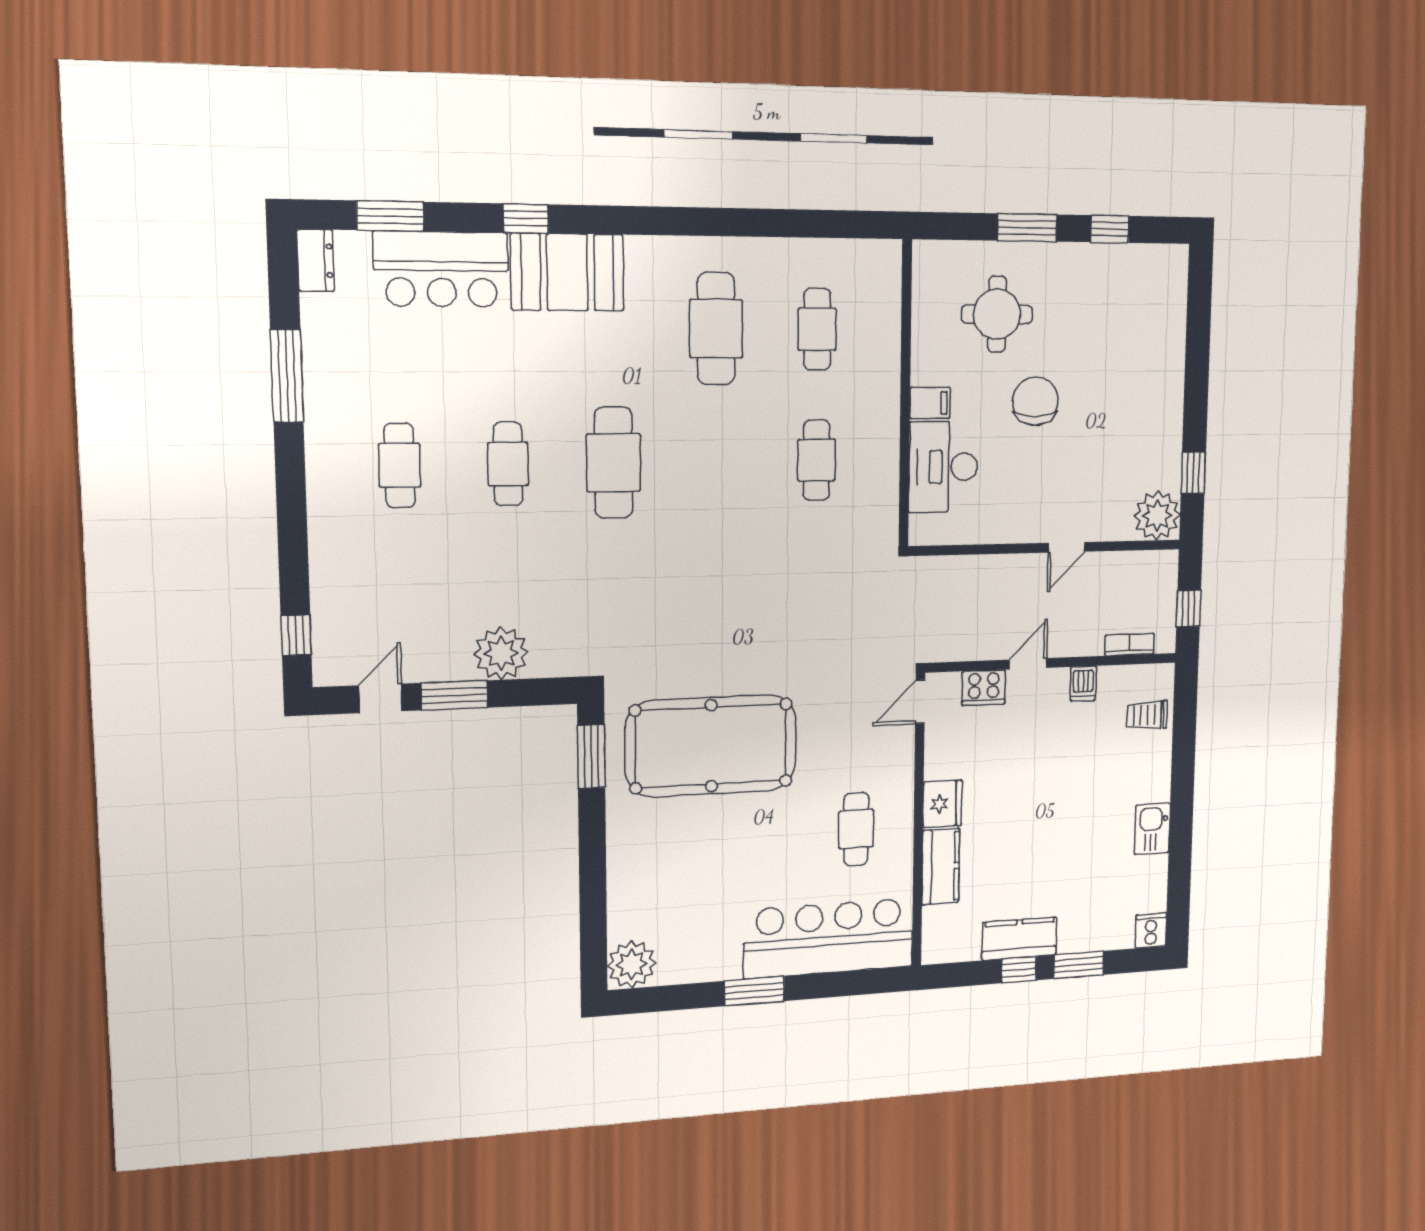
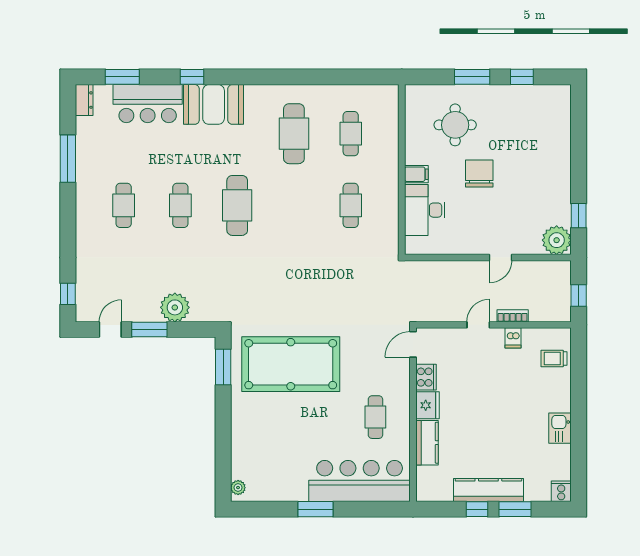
bookcase: (1129, 645) -> (513, 316), moved
cooker: (984, 688) -> (426, 377), moved, turned -90
kitchen counter: (1019, 939) -> (488, 490), width x1.50
plant: (632, 964) -> (238, 488), width x0.53, depth x0.53

